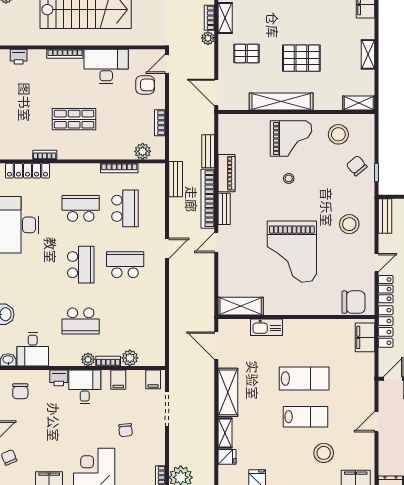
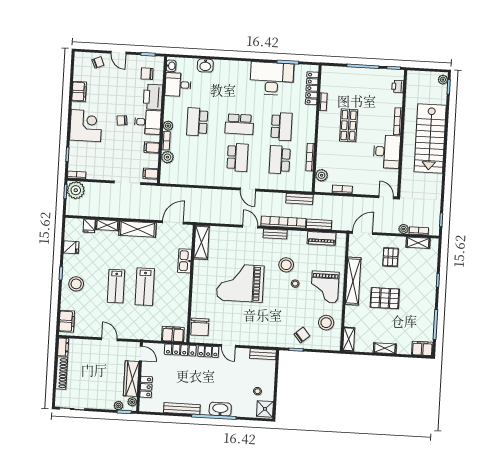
pallet: (301, 58) -> (385, 298), turned 90
armchair: (145, 85) -> (371, 180), removed
piano: (227, 173) -> (321, 238), moved
school desk: (125, 208) -> (280, 160), turned 90
stool: (349, 224) -> (286, 265), moved
printer: (59, 378) -> (153, 97), width x1.87, depth x1.48
chair: (126, 430) -> (122, 120), moved
stool: (324, 453) -> (76, 284), moved

